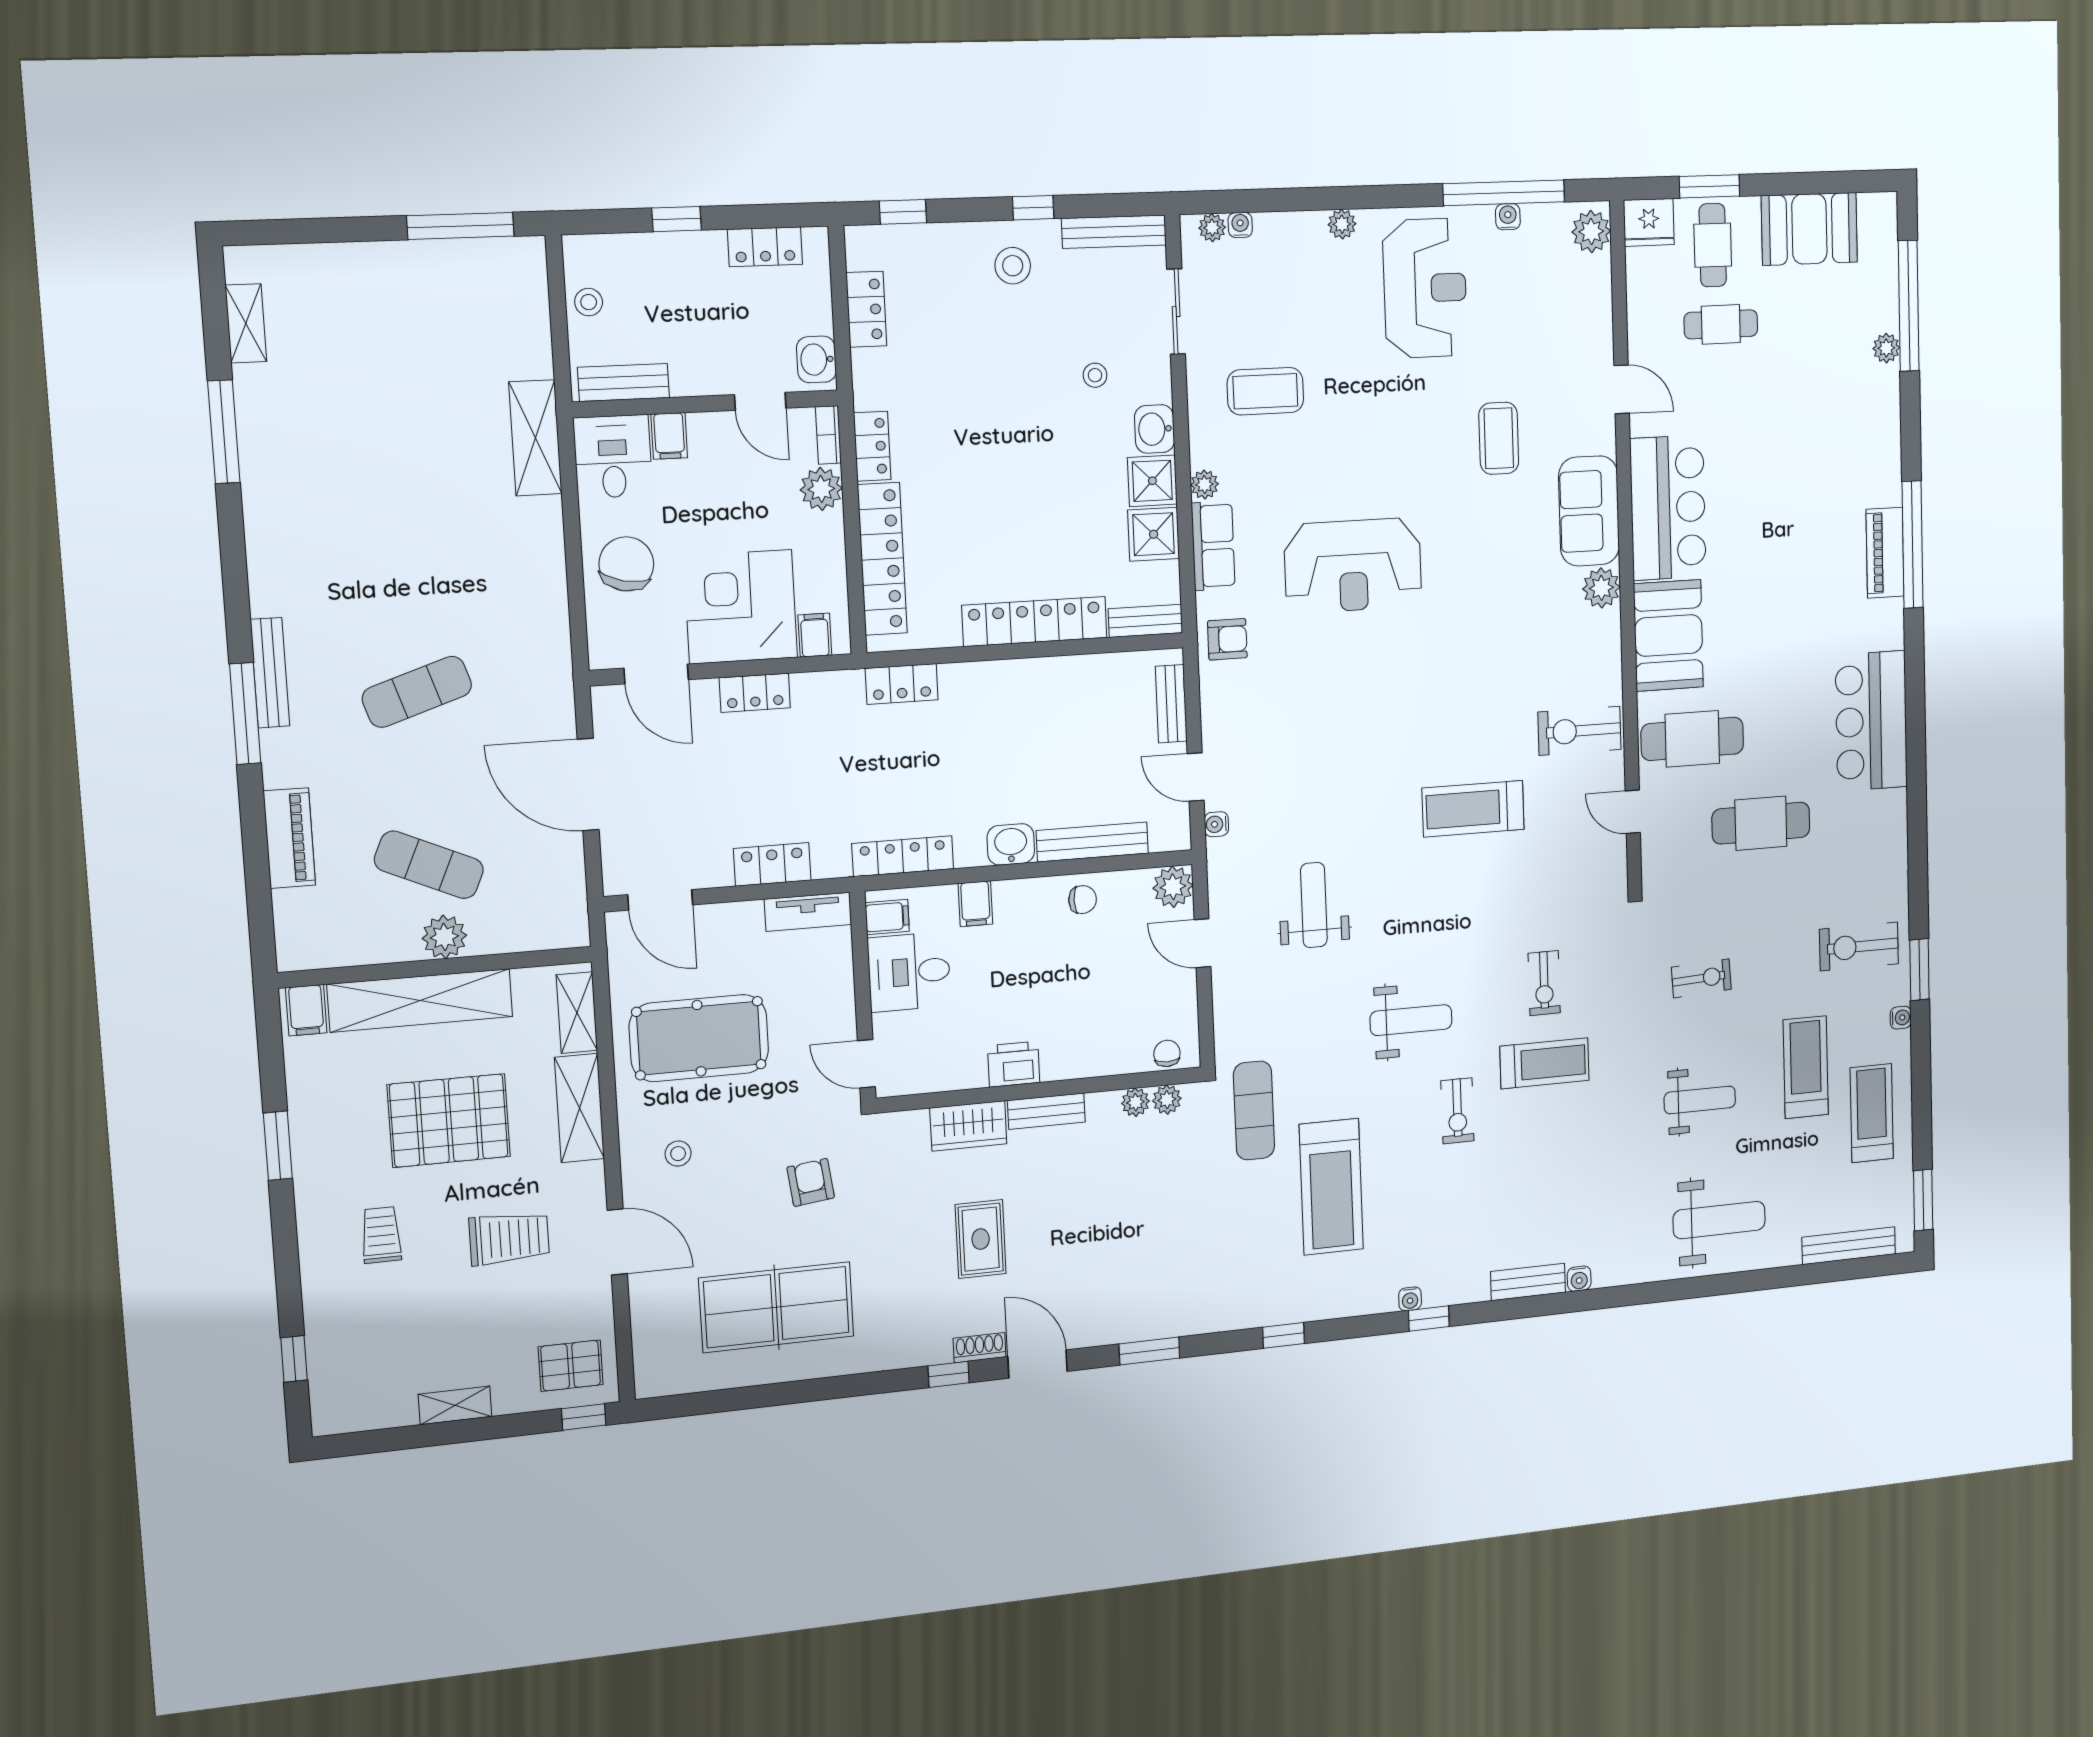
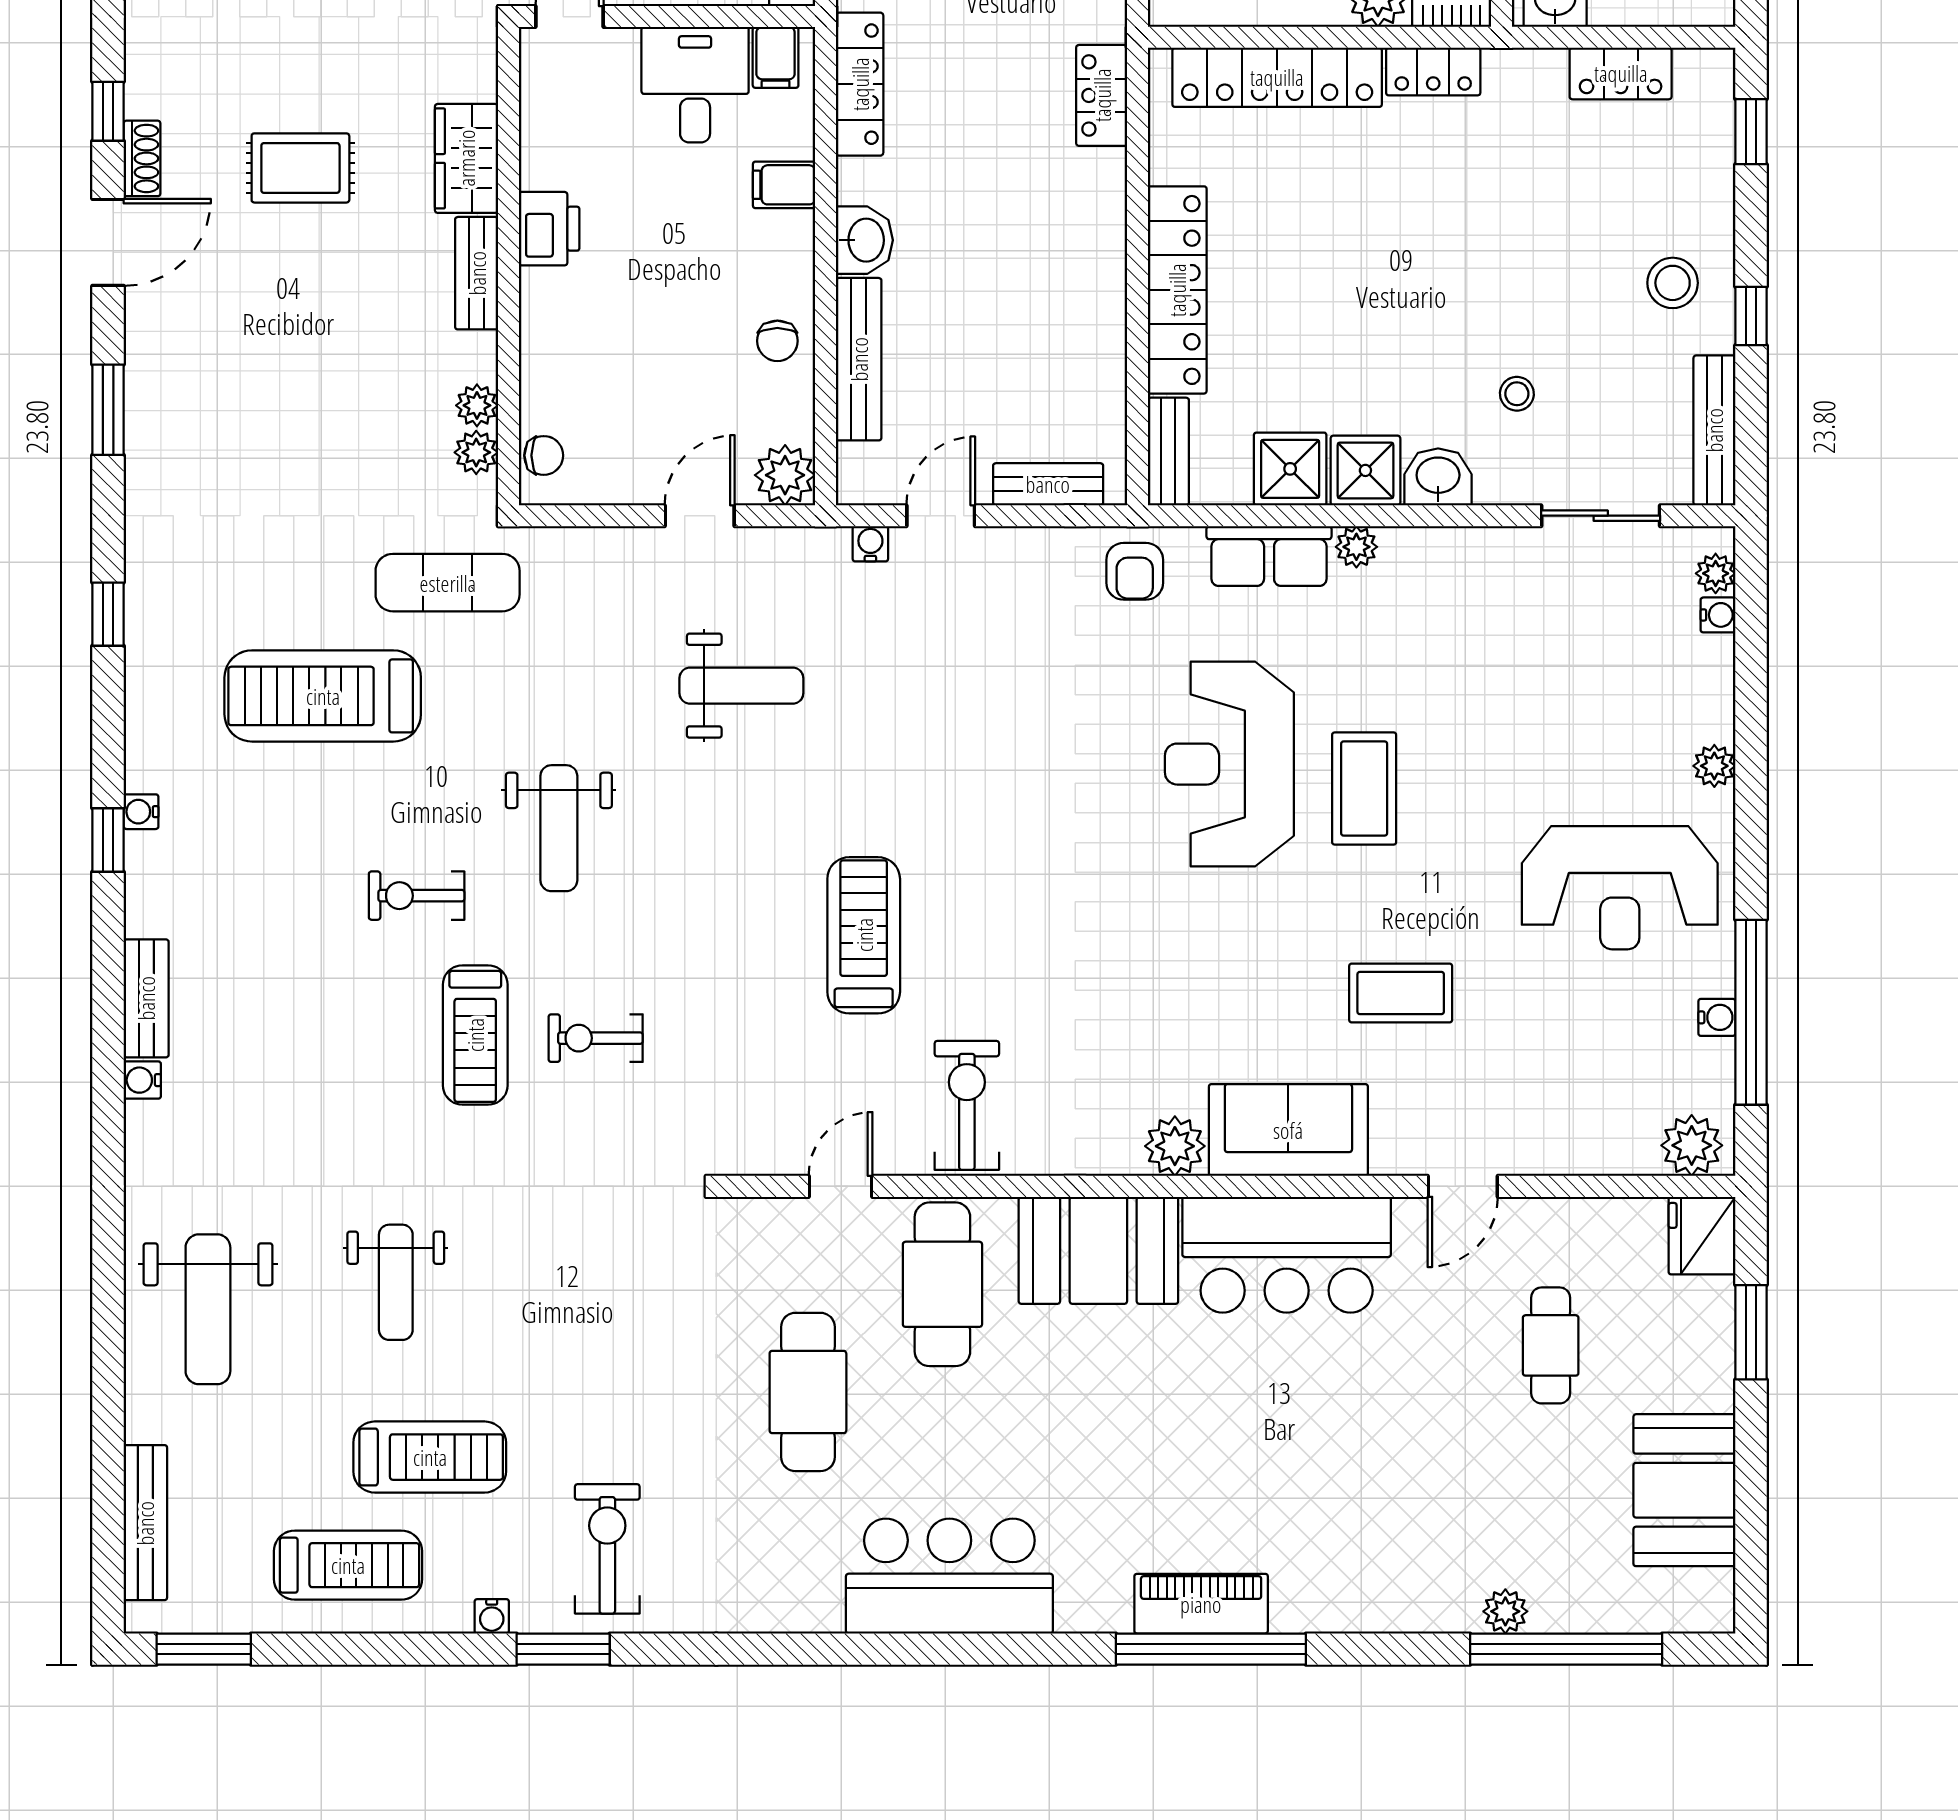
cafe table: (1713, 245) -> (1666, 1335), removed
coffee table: (1265, 391) -> (1364, 788), moved
exercise bike: (1701, 978) -> (581, 1290), removed

